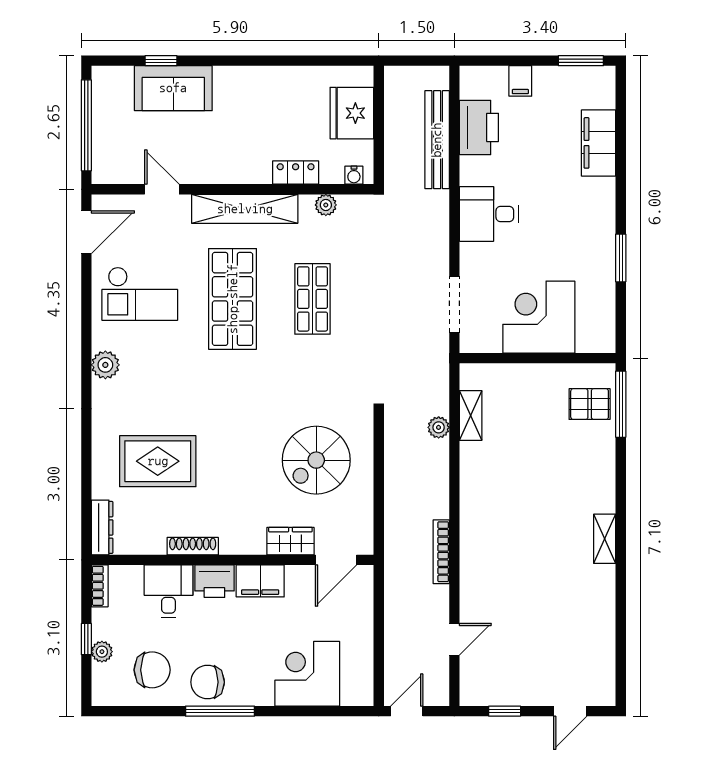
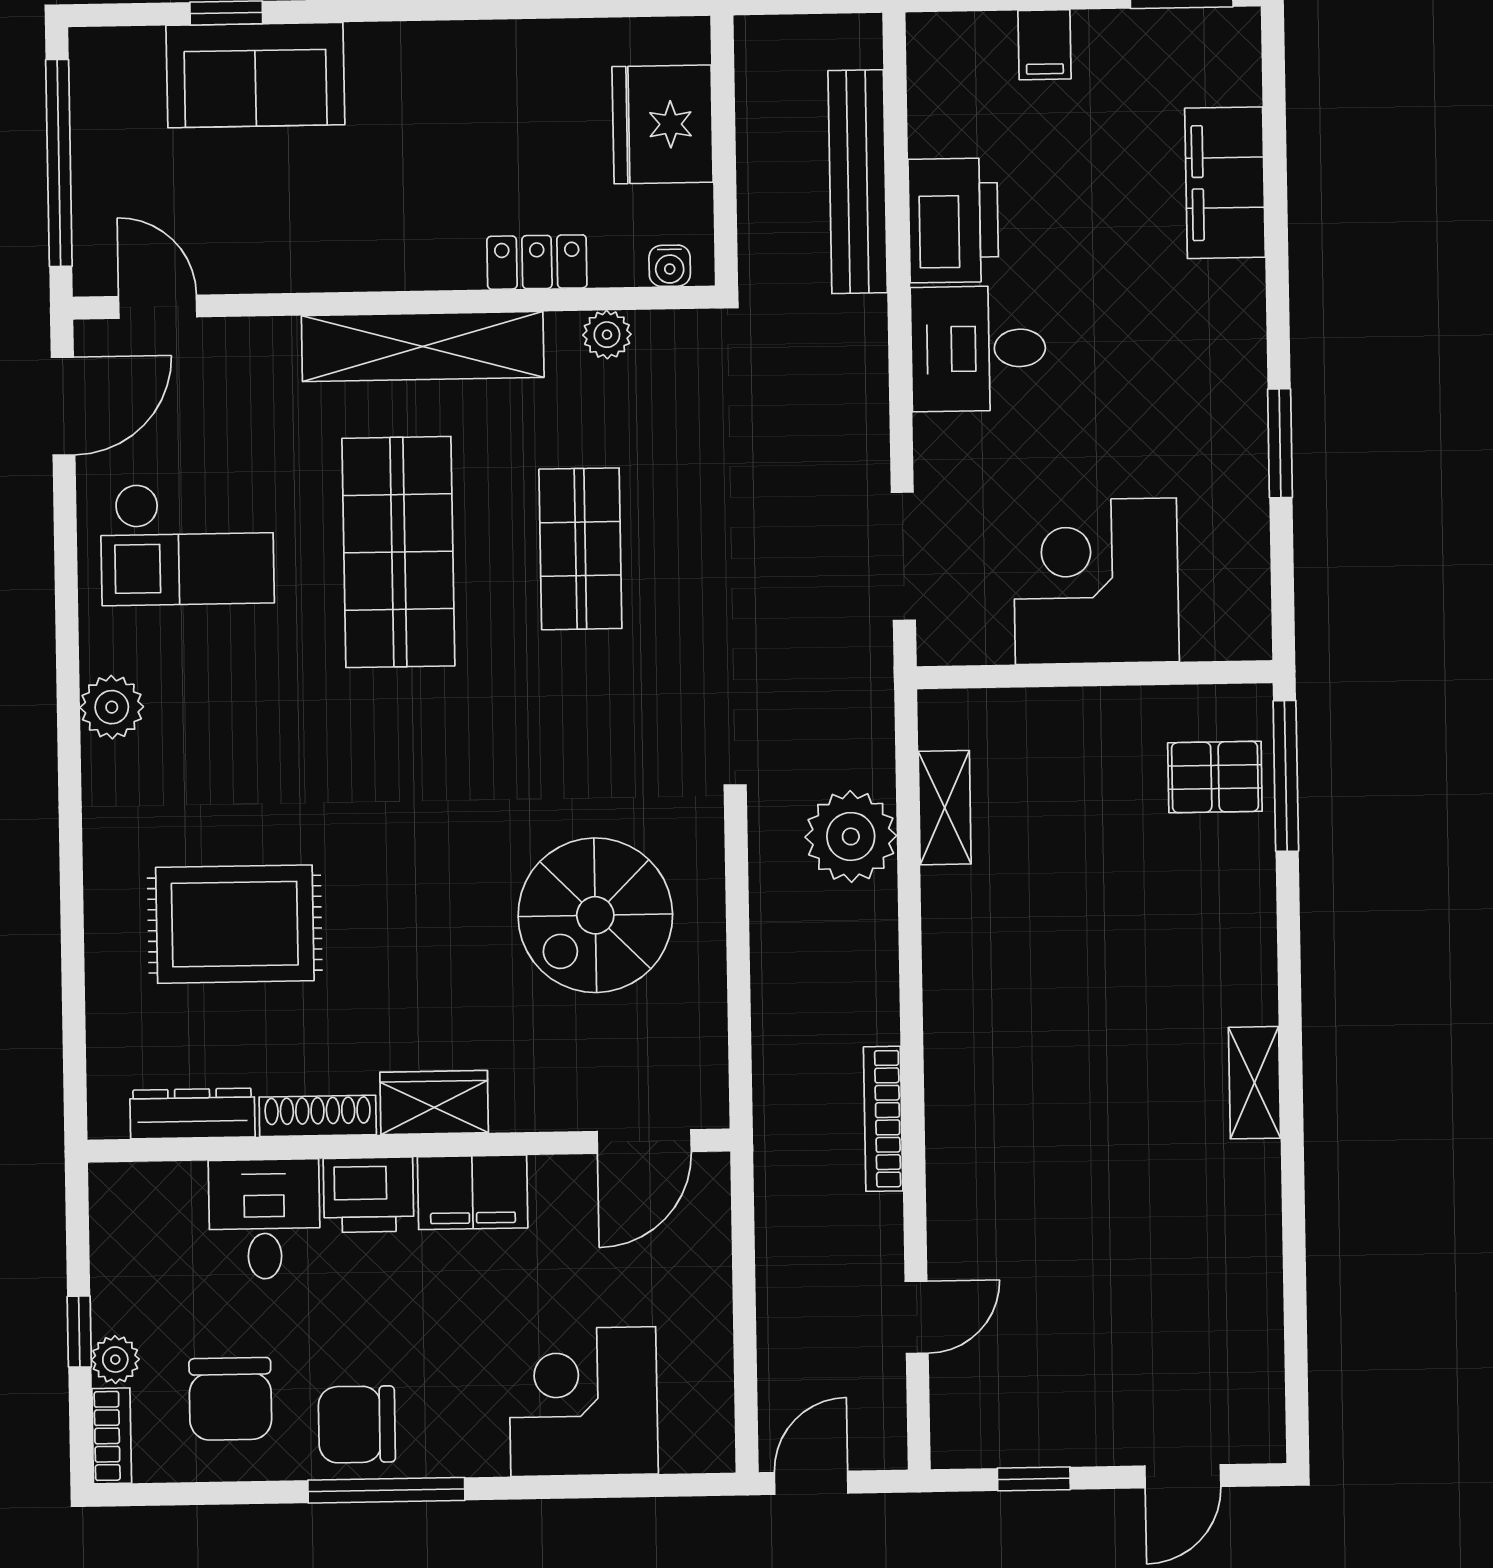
printer: (479, 127) -> (953, 220), moved
door: (162, 189) -> (158, 307), moved
plant: (439, 427) -> (851, 836), width x1.88, depth x1.88
dresser: (102, 527) -> (192, 1113), moved, turned -90
wardrobe: (290, 541) -> (434, 1102), moved
bookcase: (100, 586) -> (112, 1436), moved
chair: (152, 670) -> (230, 1399), turned 90

